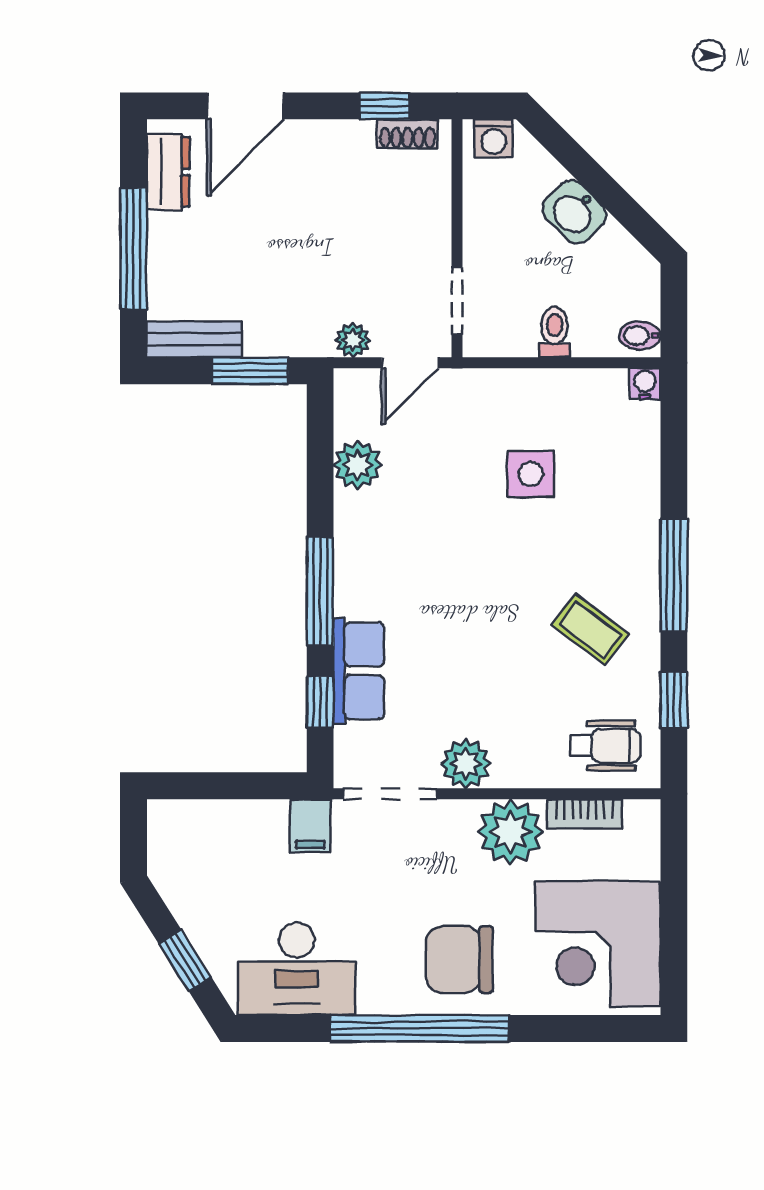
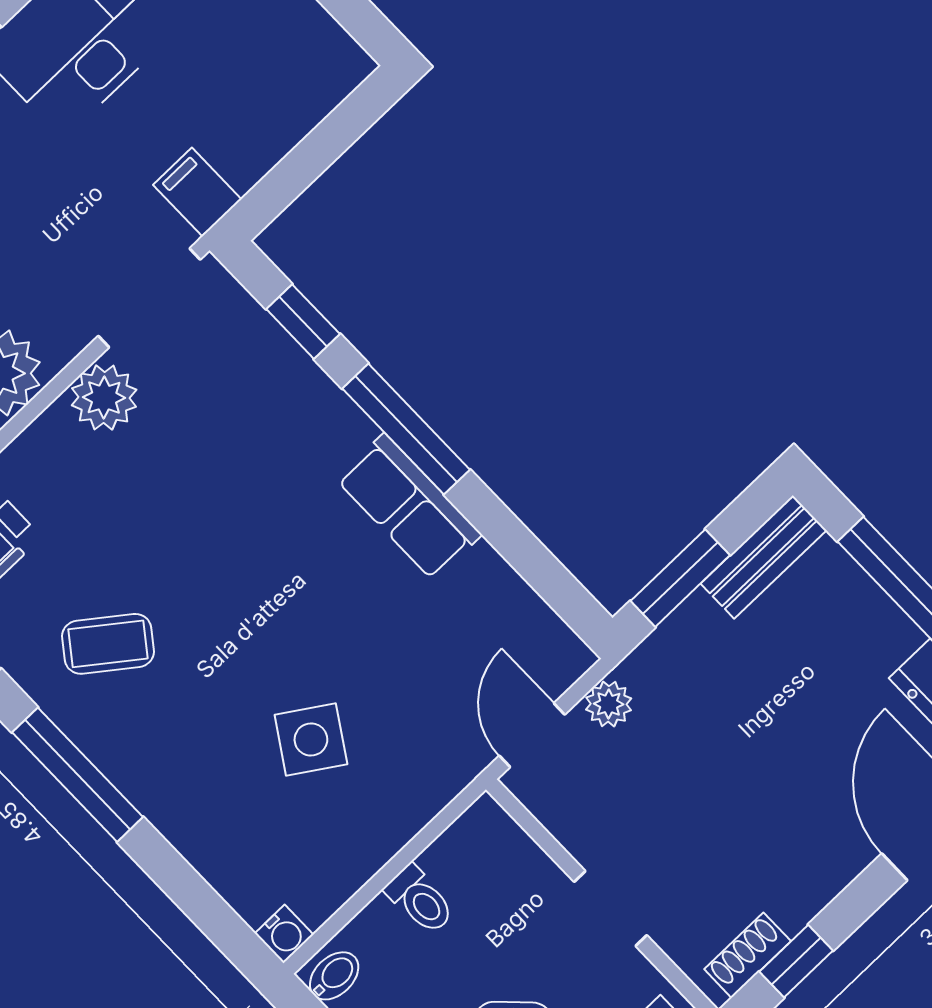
doorway: (457, 301) -> (610, 908), moved
plant: (358, 465) -> (488, 587), removed
side table: (531, 474) -> (311, 740), turned 33
row of seats: (359, 671) -> (409, 507), moved

